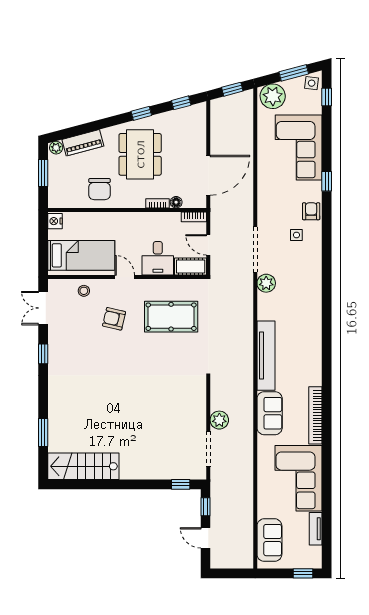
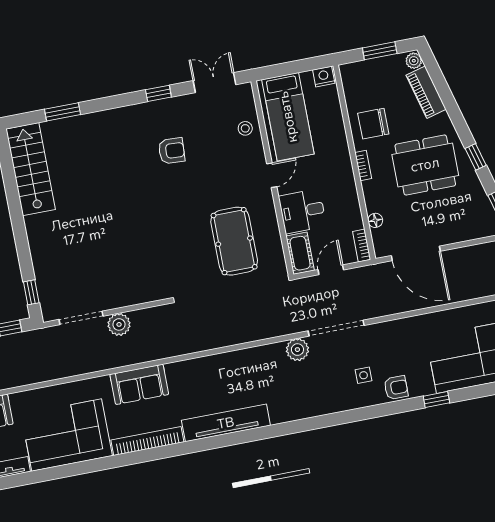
bookcase: (157, 203) -> (363, 165), moved
armchair: (114, 319) -> (172, 151), moved, turned 80
tv unit: (266, 356) -> (226, 423), moved, turned 180

